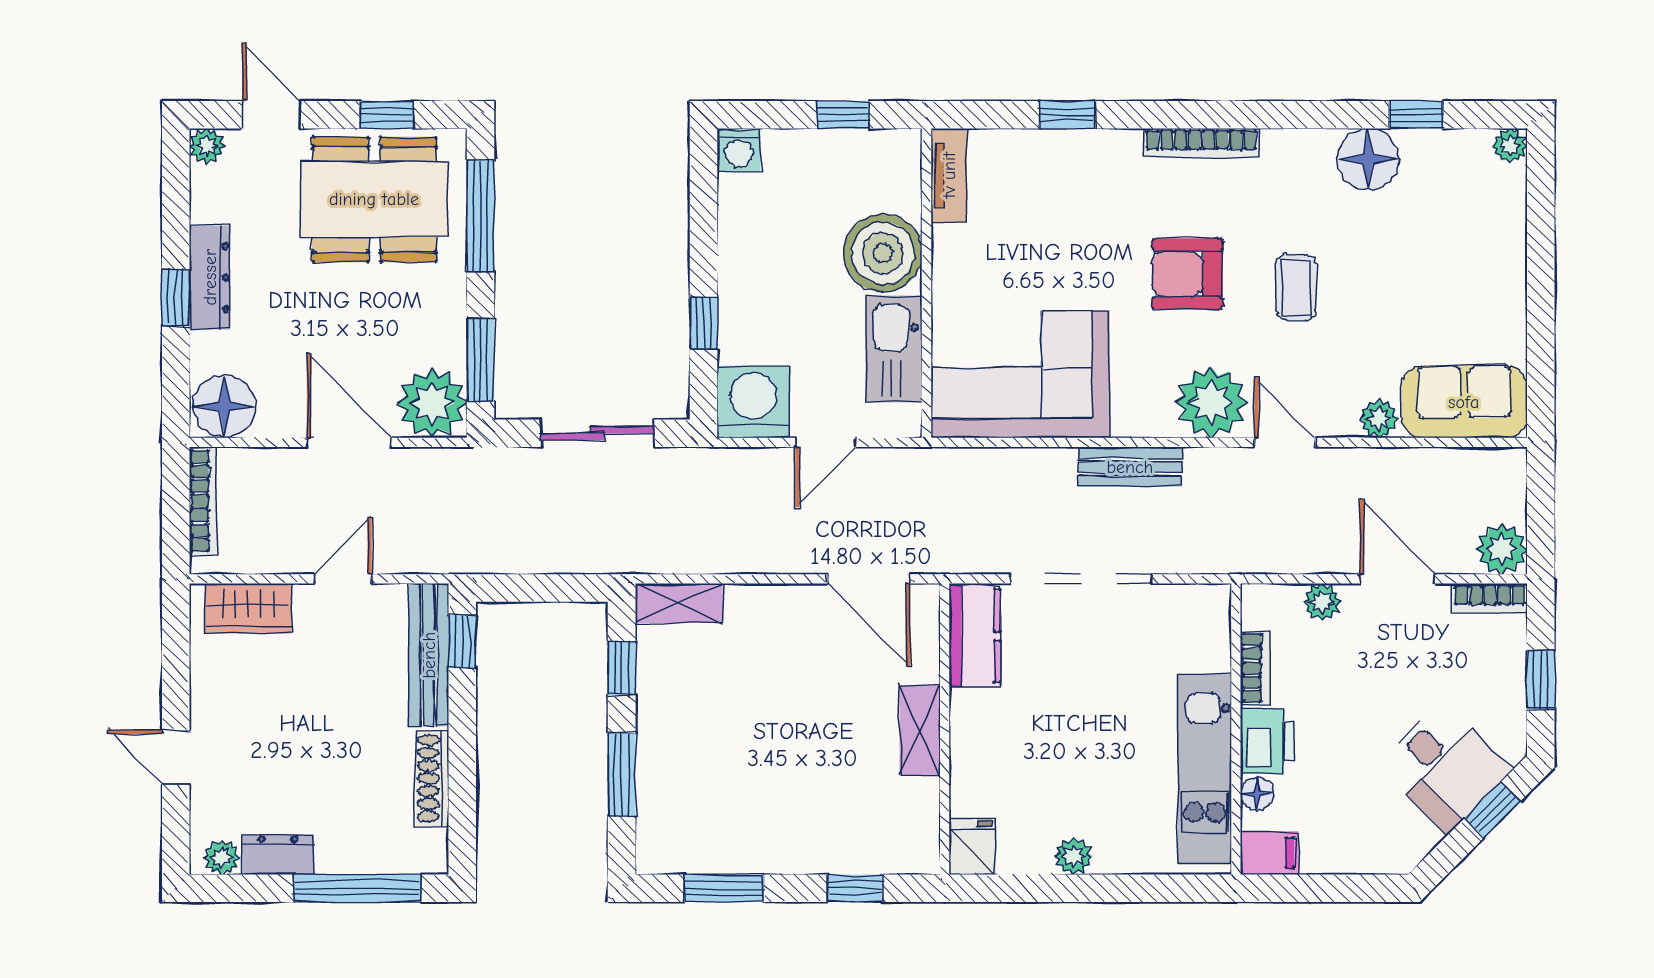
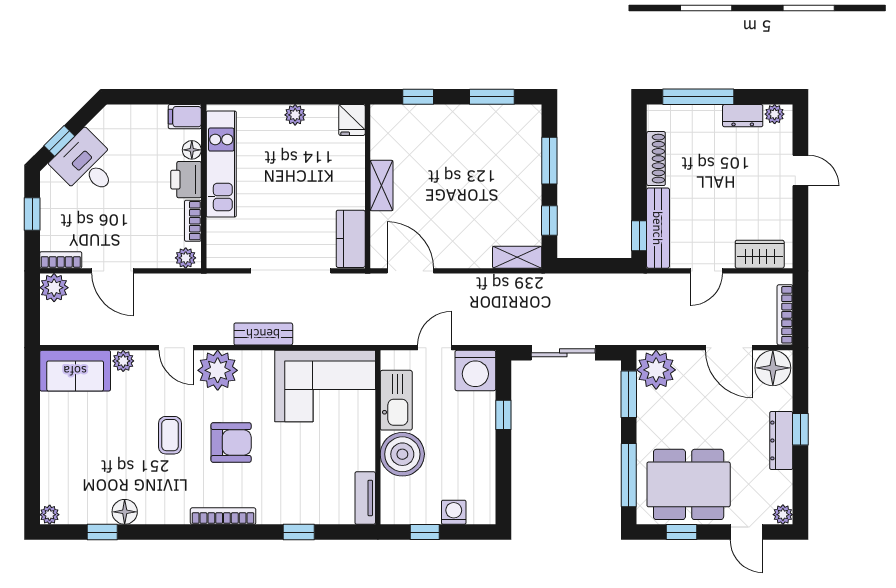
washing machine: (739, 150) -> (454, 512), moved
floor lamp: (1368, 159) -> (125, 512), width x0.73, depth x0.73
door: (349, 442) -> (729, 348), moved
plant: (1322, 602) -> (186, 258), moved

